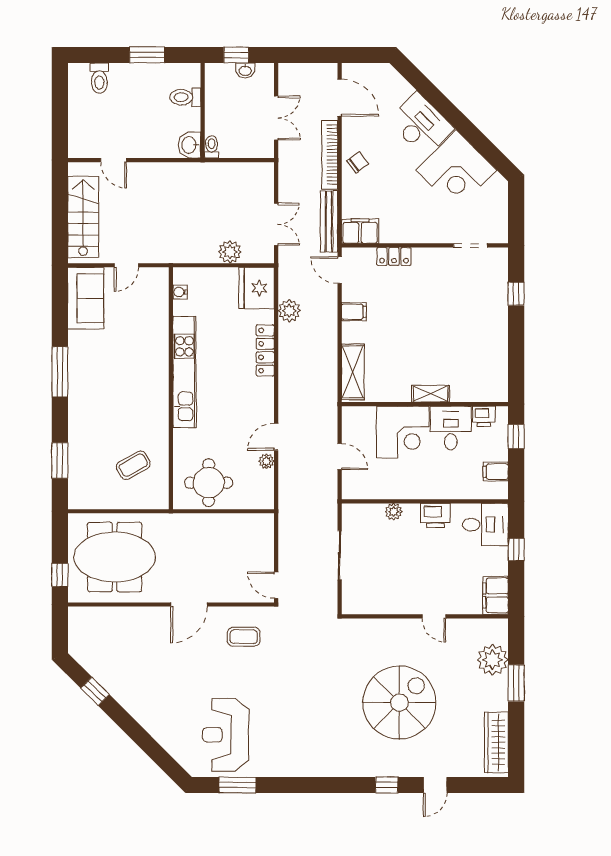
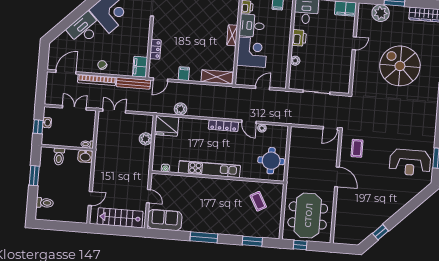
double door: (276, 224) -> (114, 111), moved
locker: (265, 350) -> (223, 126), moved
window: (60, 575) -> (300, 245), moved

